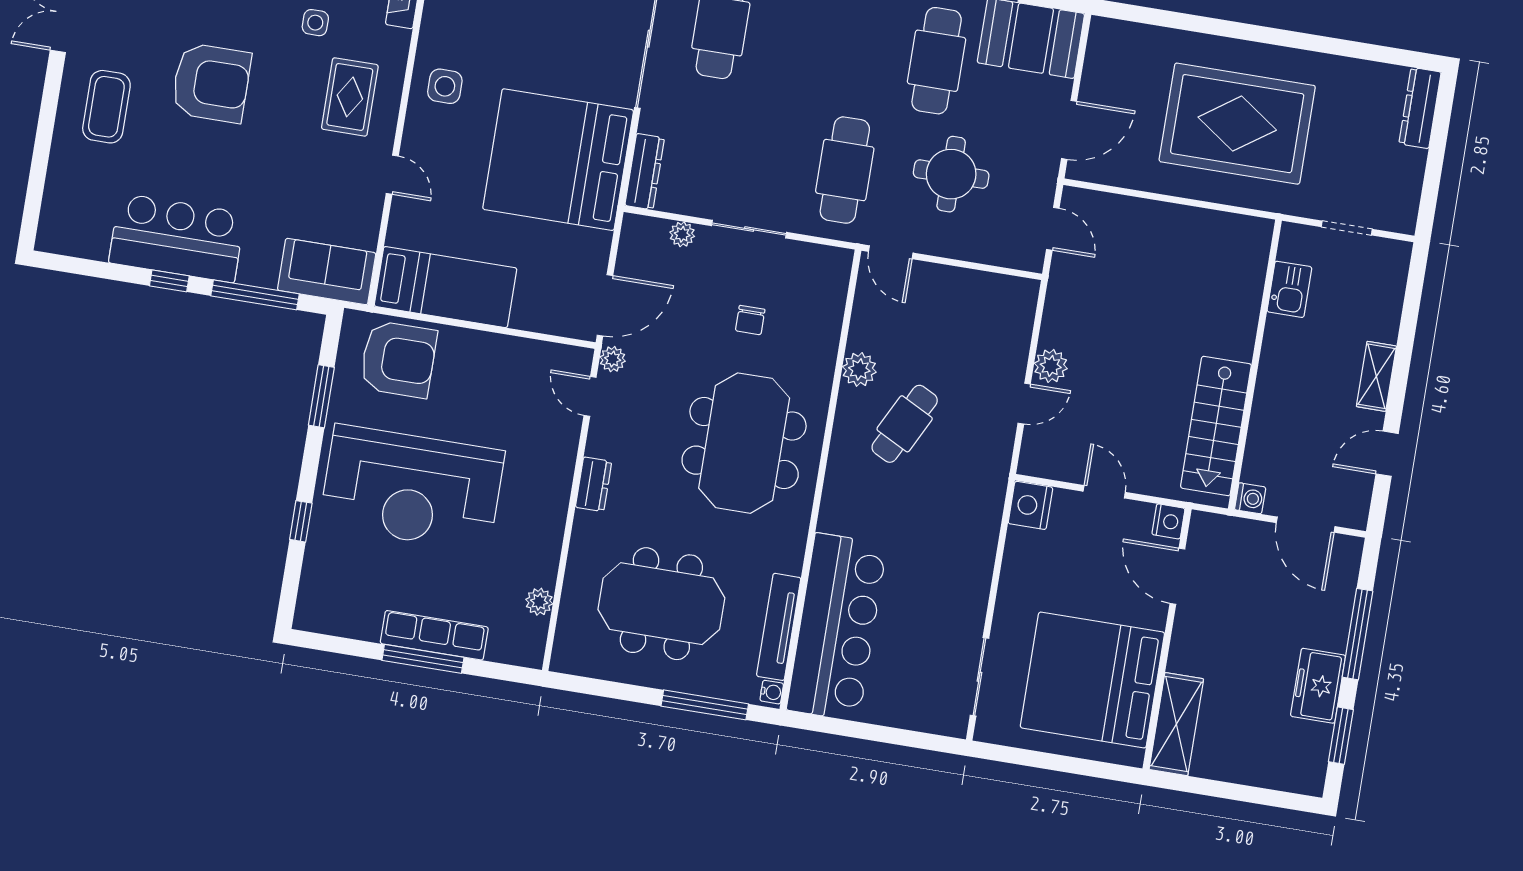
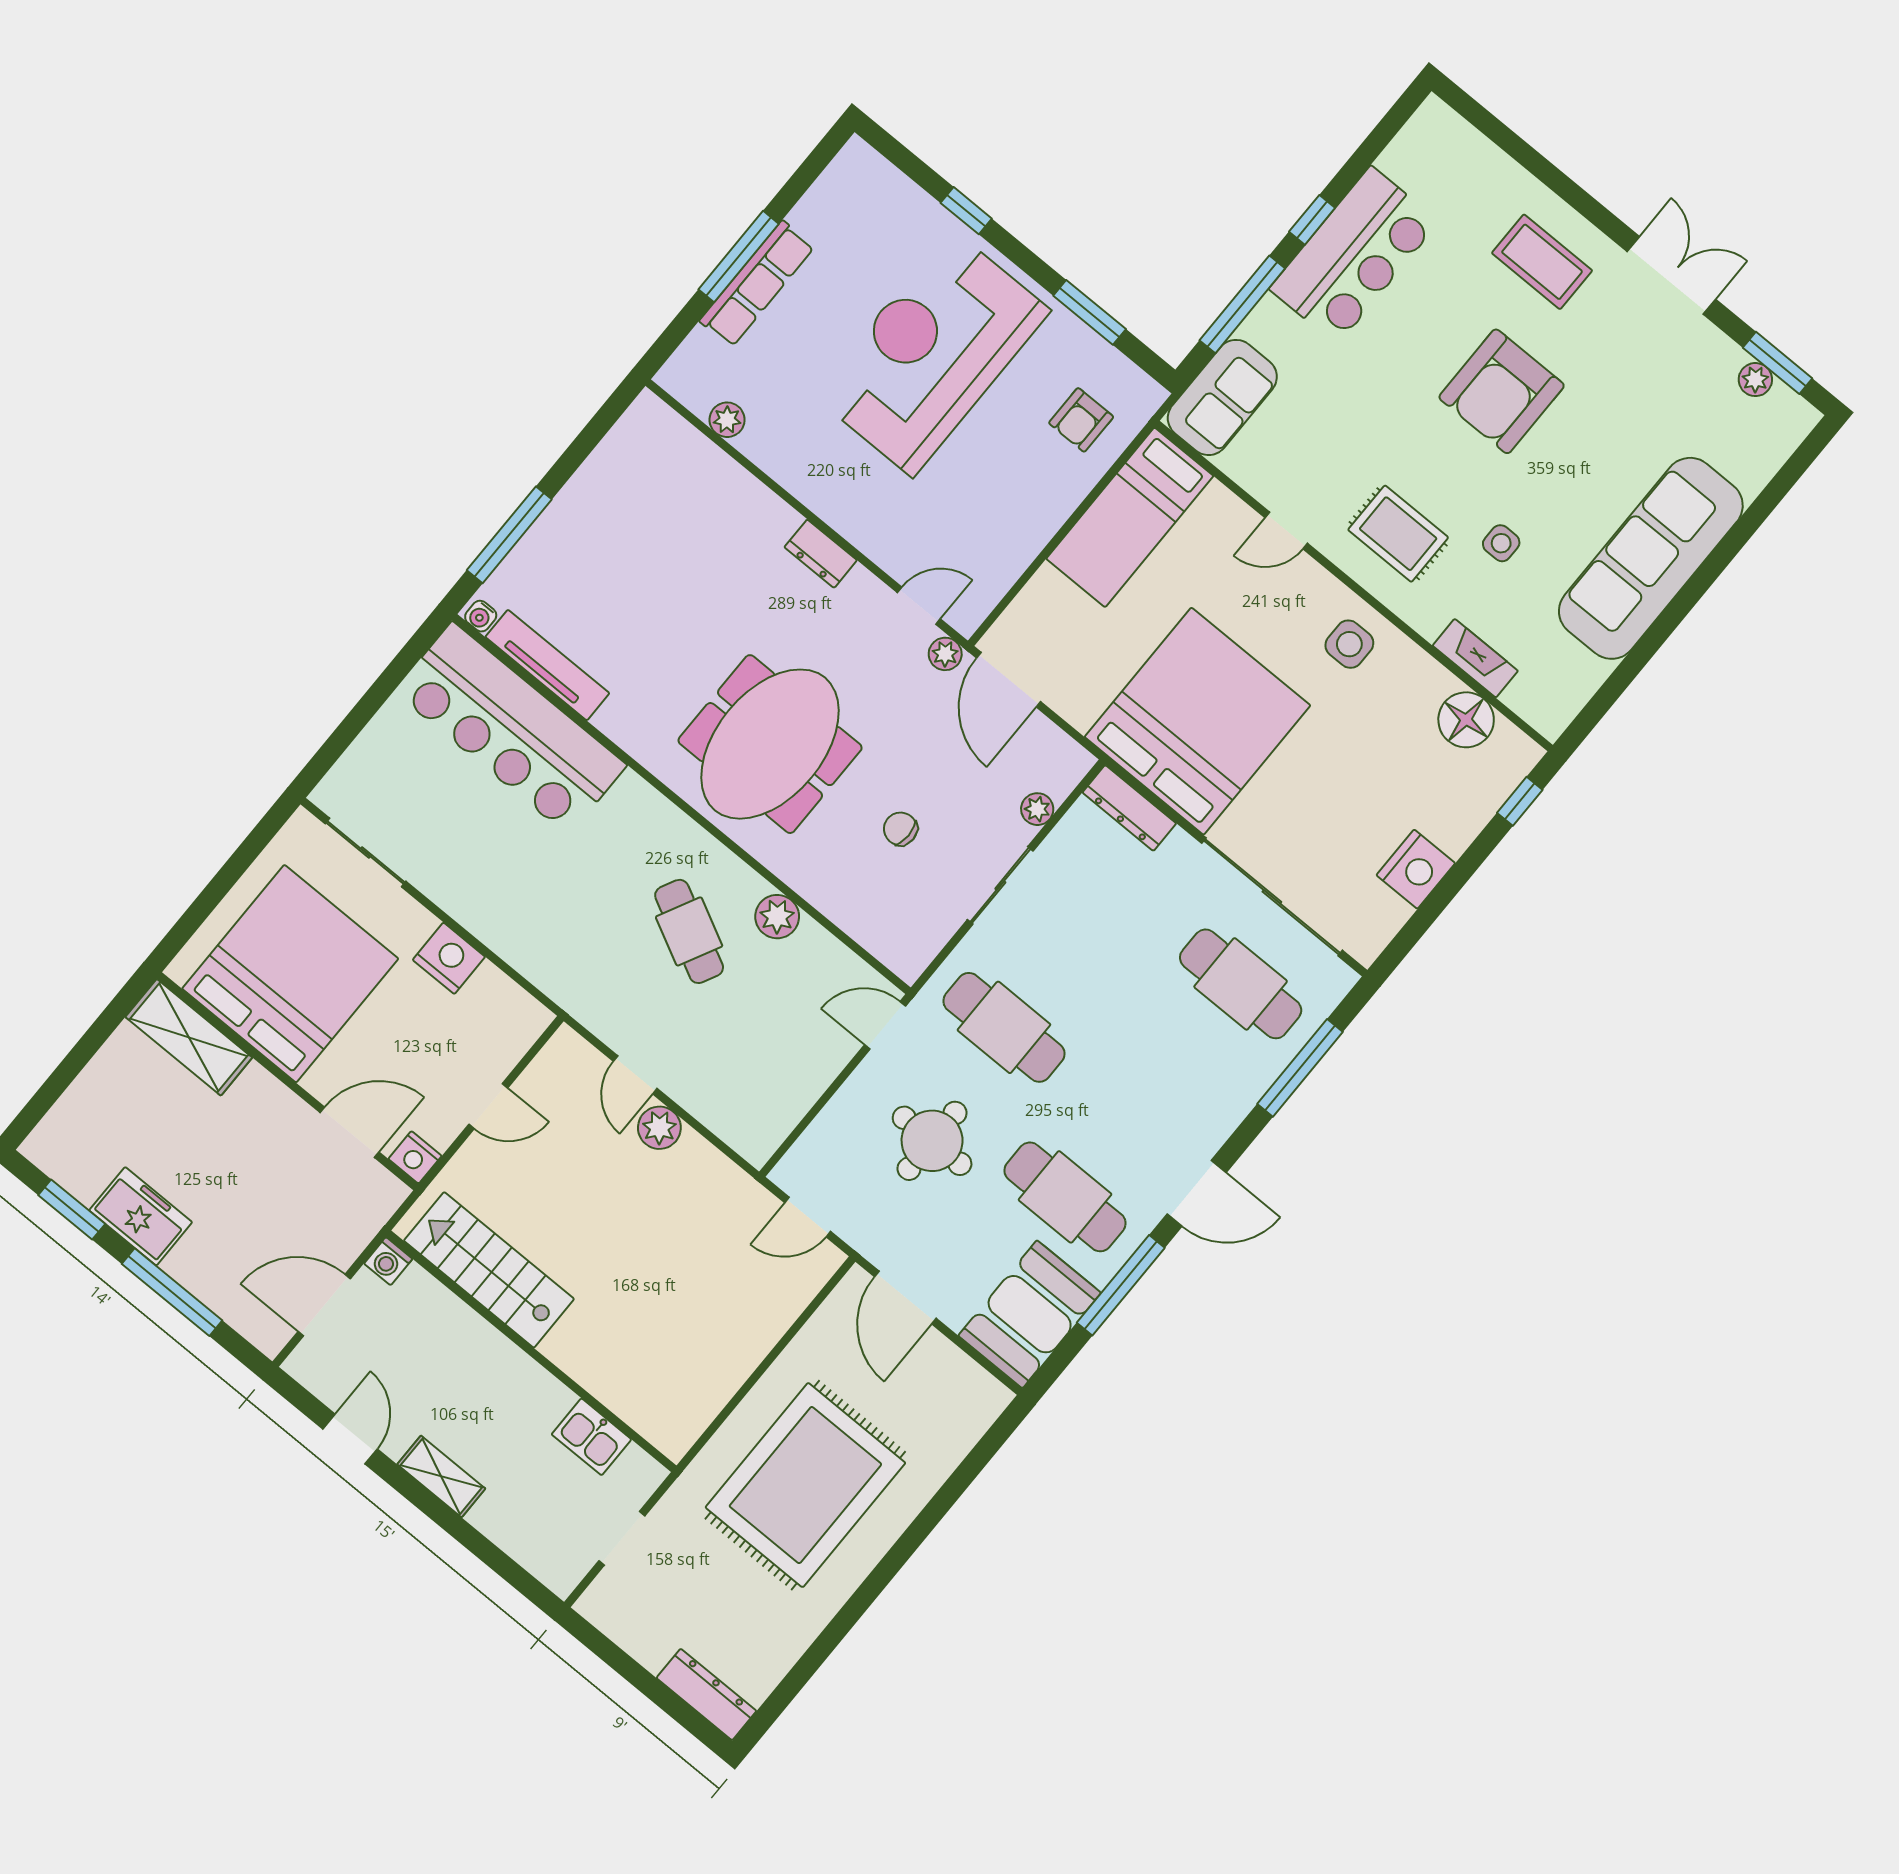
armchair: (398, 359) -> (1081, 420), width x0.53, depth x0.53
meeting table: (744, 443) -> (770, 744), turned 90
nightstand: (1030, 505) -> (449, 958), moved
meeting table: (661, 604) -> (647, 552), removed

